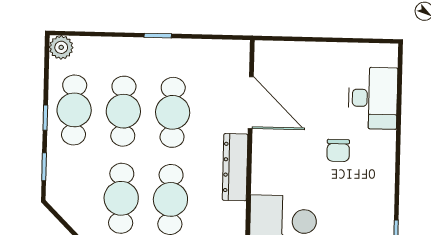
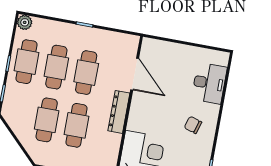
chair: (338, 150) -> (193, 125), moved, turned 107

